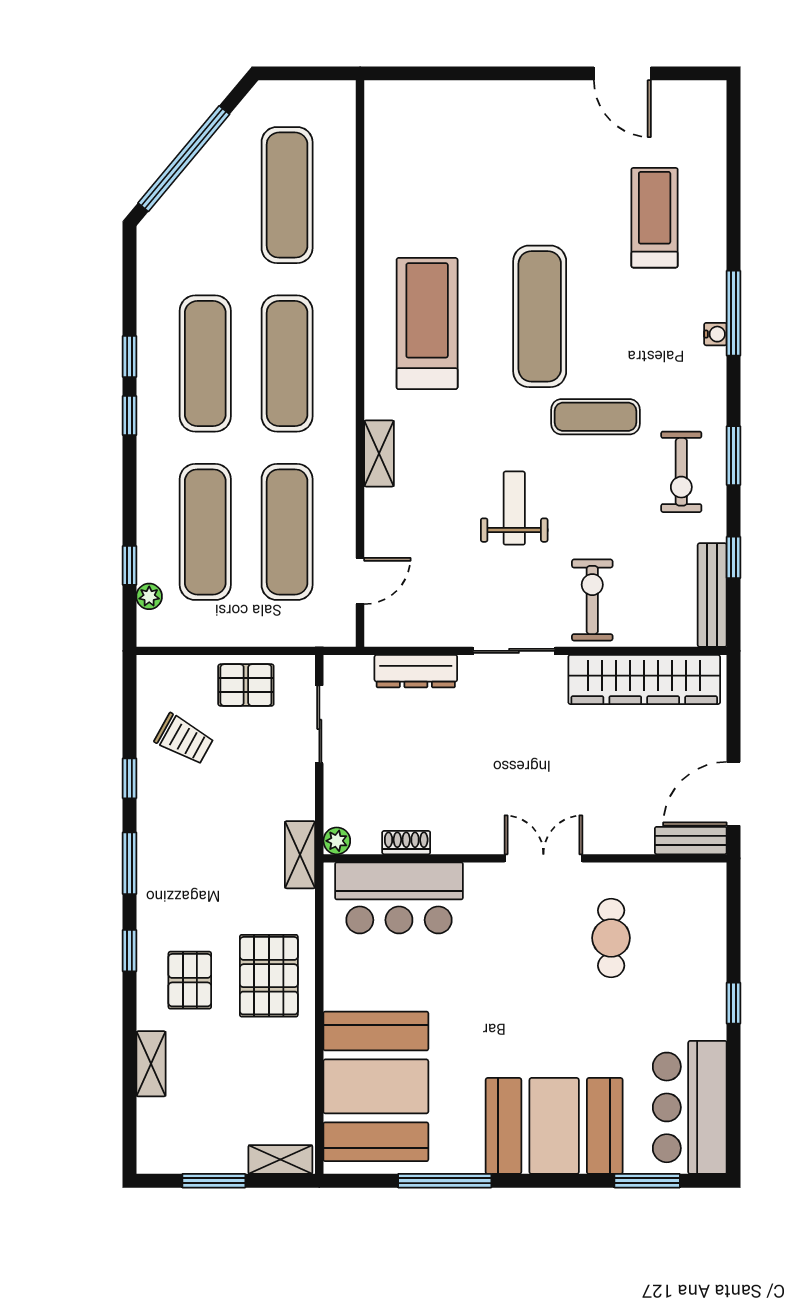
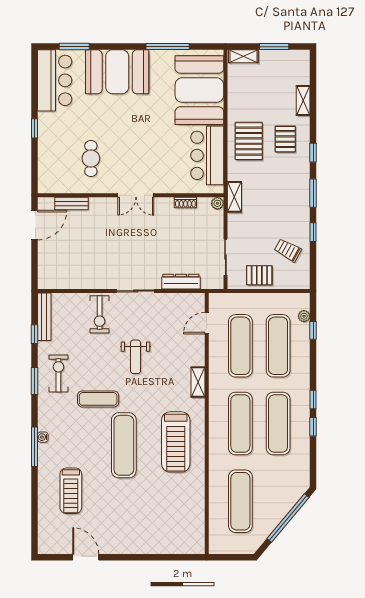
wardrobe: (644, 680) -> (76, 278), removed
bench: (691, 841) -> (72, 203), moved
double door: (543, 858) -> (136, 195), moved
bar counter: (399, 898) -> (207, 155), moved, turned -90

